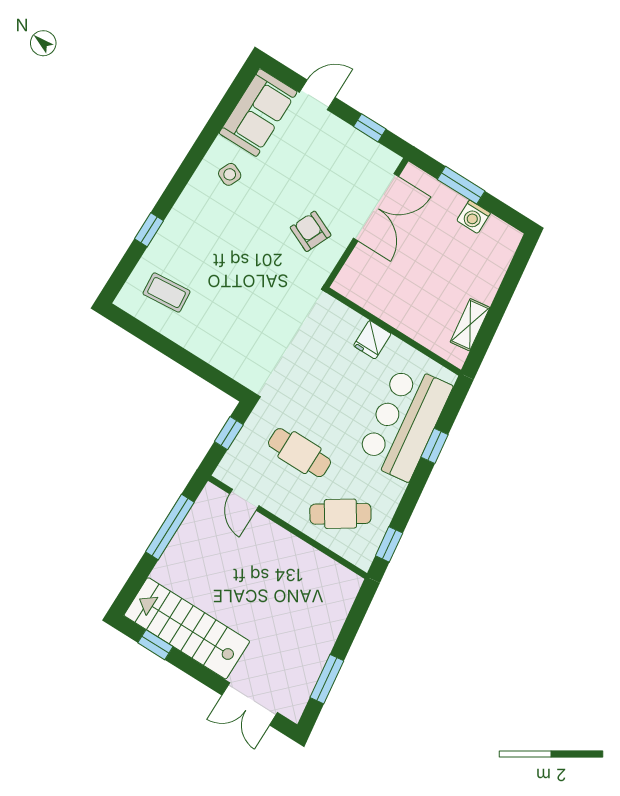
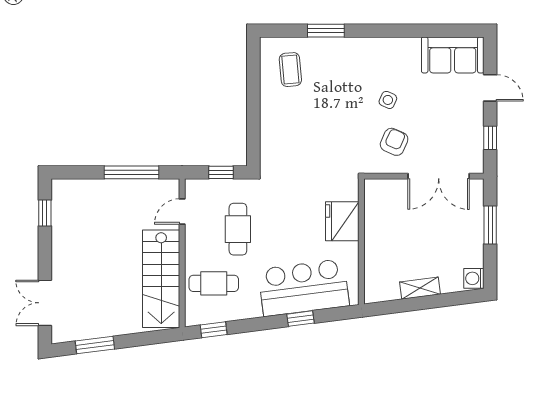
side table: (230, 174) -> (388, 100), moved
washing machine: (474, 217) -> (474, 278), moved
window: (149, 230) -> (326, 31), width x1.50
shelving: (470, 325) -> (420, 288), moved
fridge: (372, 340) -> (342, 221), width x1.88, depth x1.34
cafe table: (340, 514) -> (214, 283), turned -57
stairs: (187, 628) -> (161, 279), moved, turned 180

